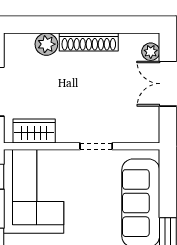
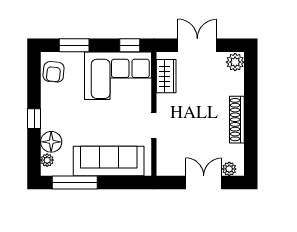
plant: (46, 44) -> (235, 62), moved

